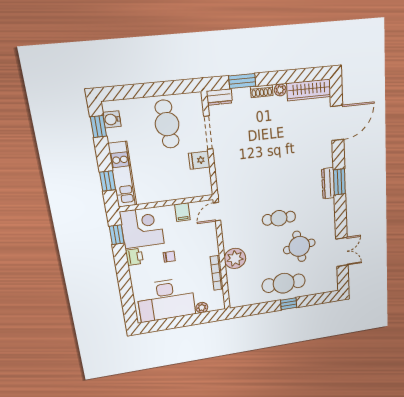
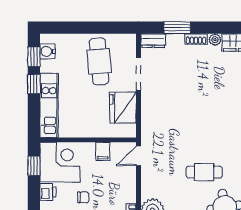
fridge: (199, 160) -> (123, 108), width x1.88, depth x1.34
window: (108, 181) -> (34, 84), moved

